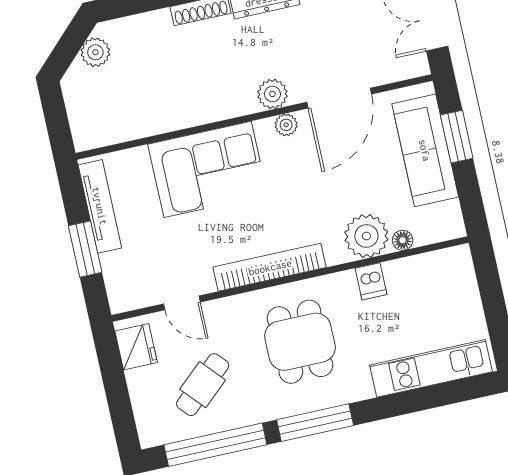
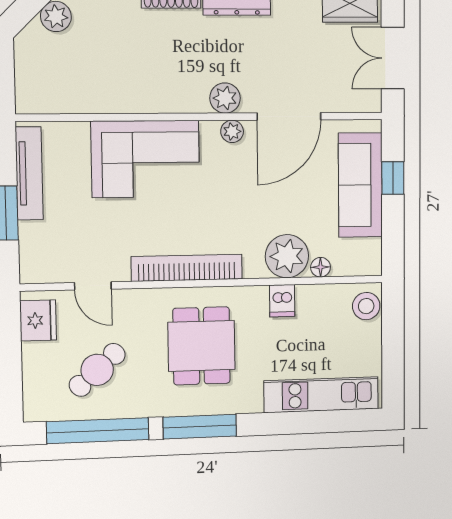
window: (457, 137) -> (393, 178), width x0.67
stool: (458, 270) -> (366, 306), added

